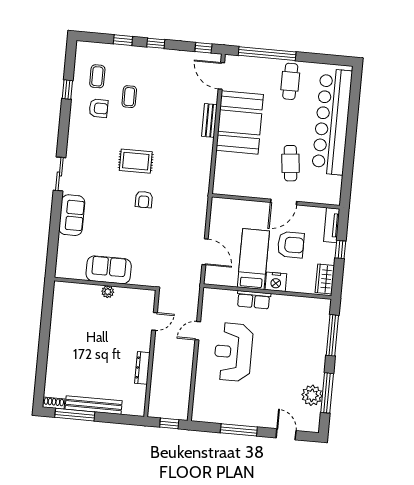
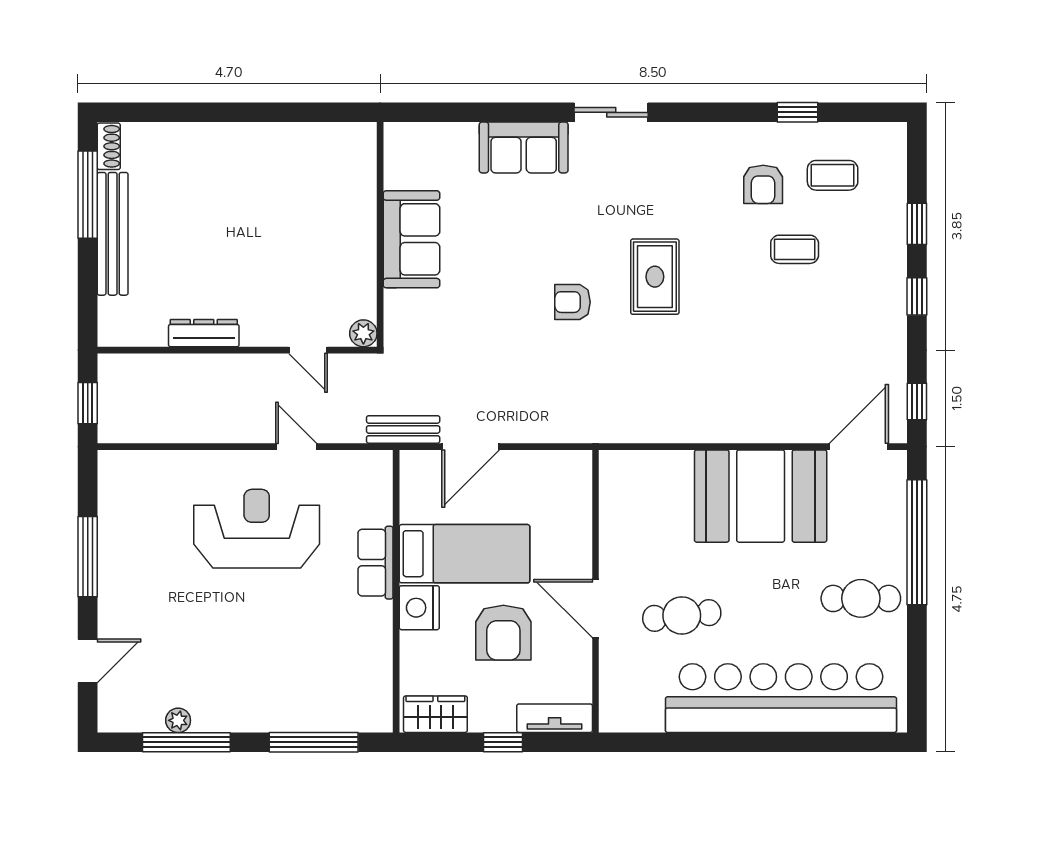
bench: (209, 120) -> (403, 429), moved
plant: (108, 292) -> (363, 333), moved
plant: (312, 395) -> (178, 720), width x0.53, depth x0.53

